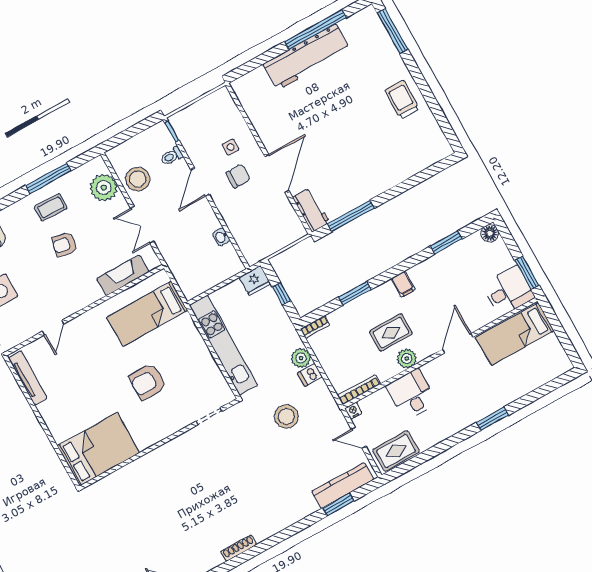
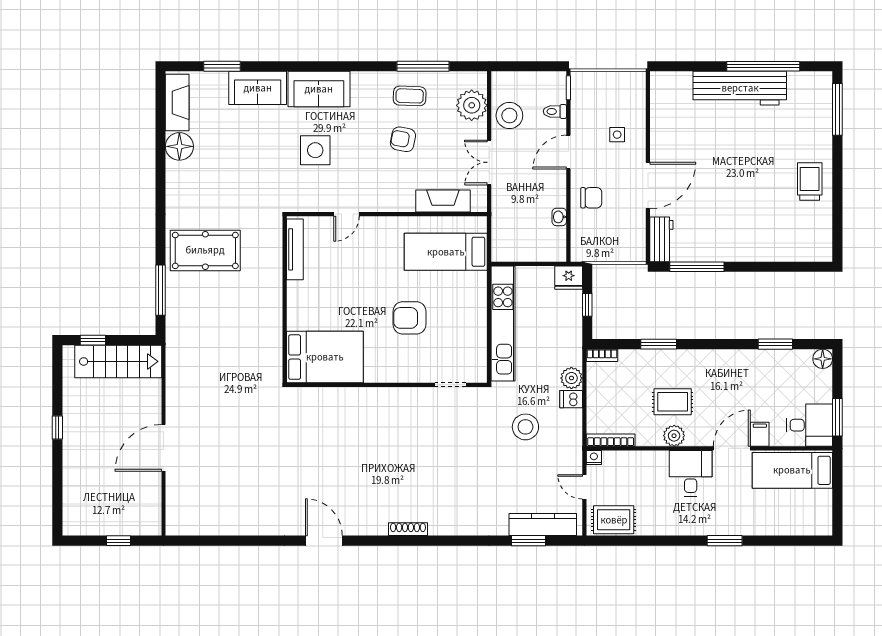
chair: (238, 176) -> (591, 198), moved
filing cabinet: (403, 284) -> (760, 434), moved, turned 180
desk: (412, 394) -> (691, 473), moved

